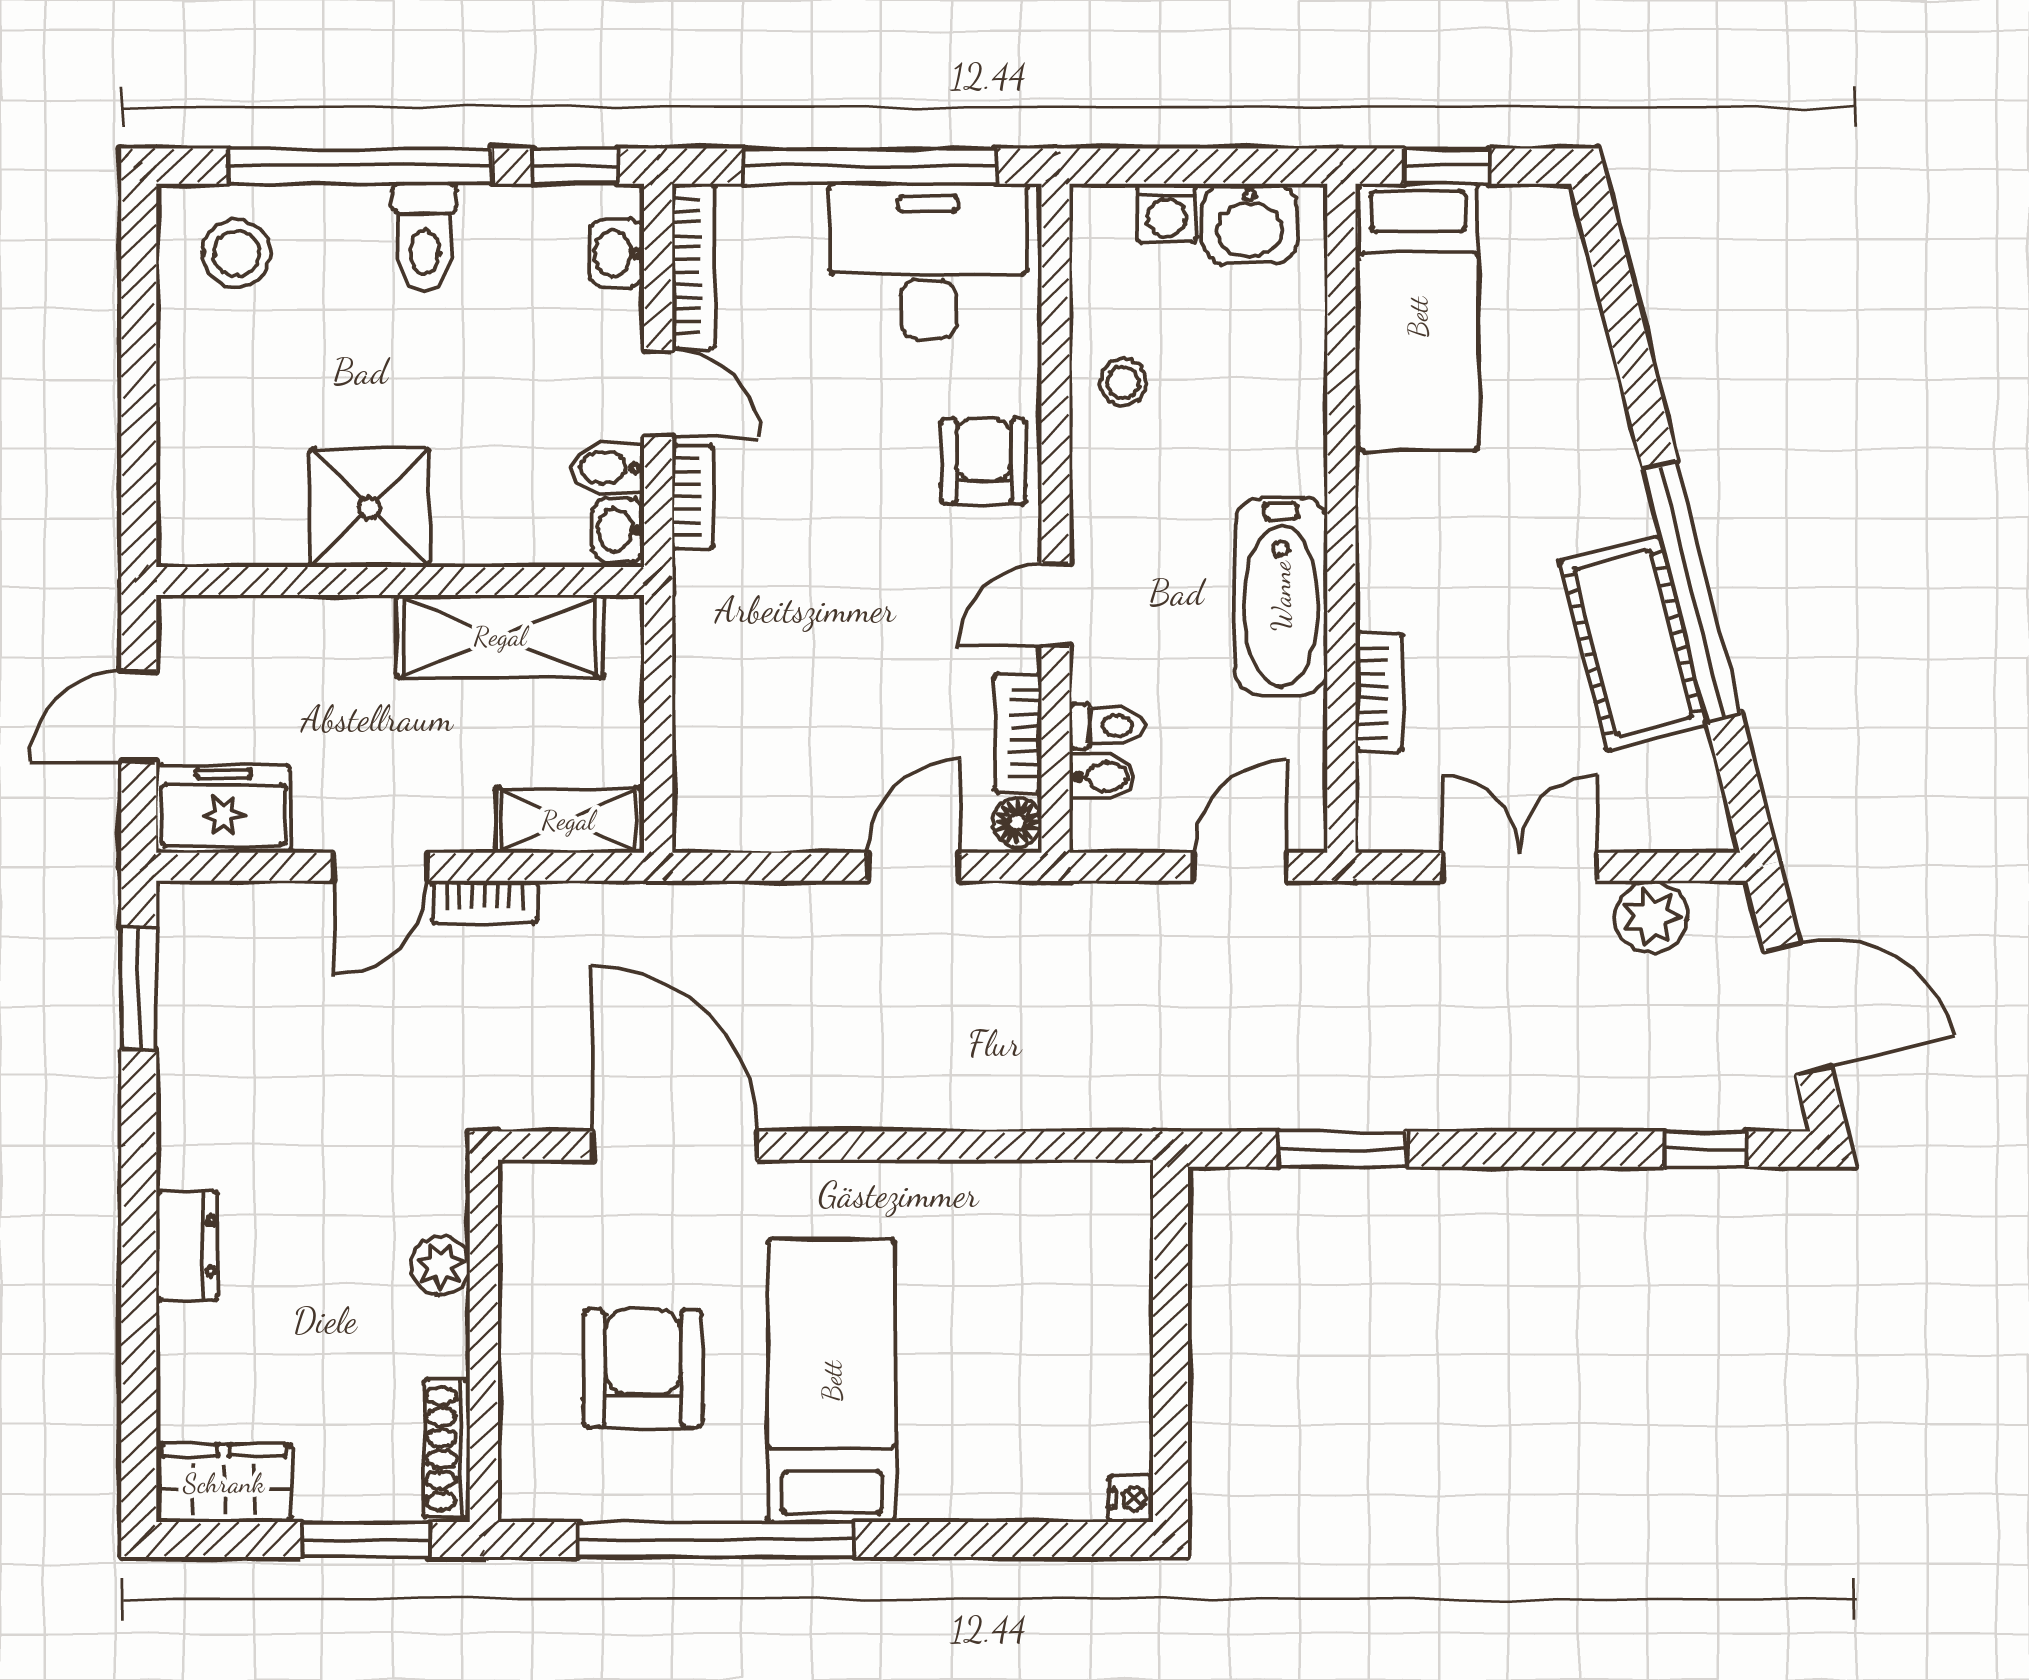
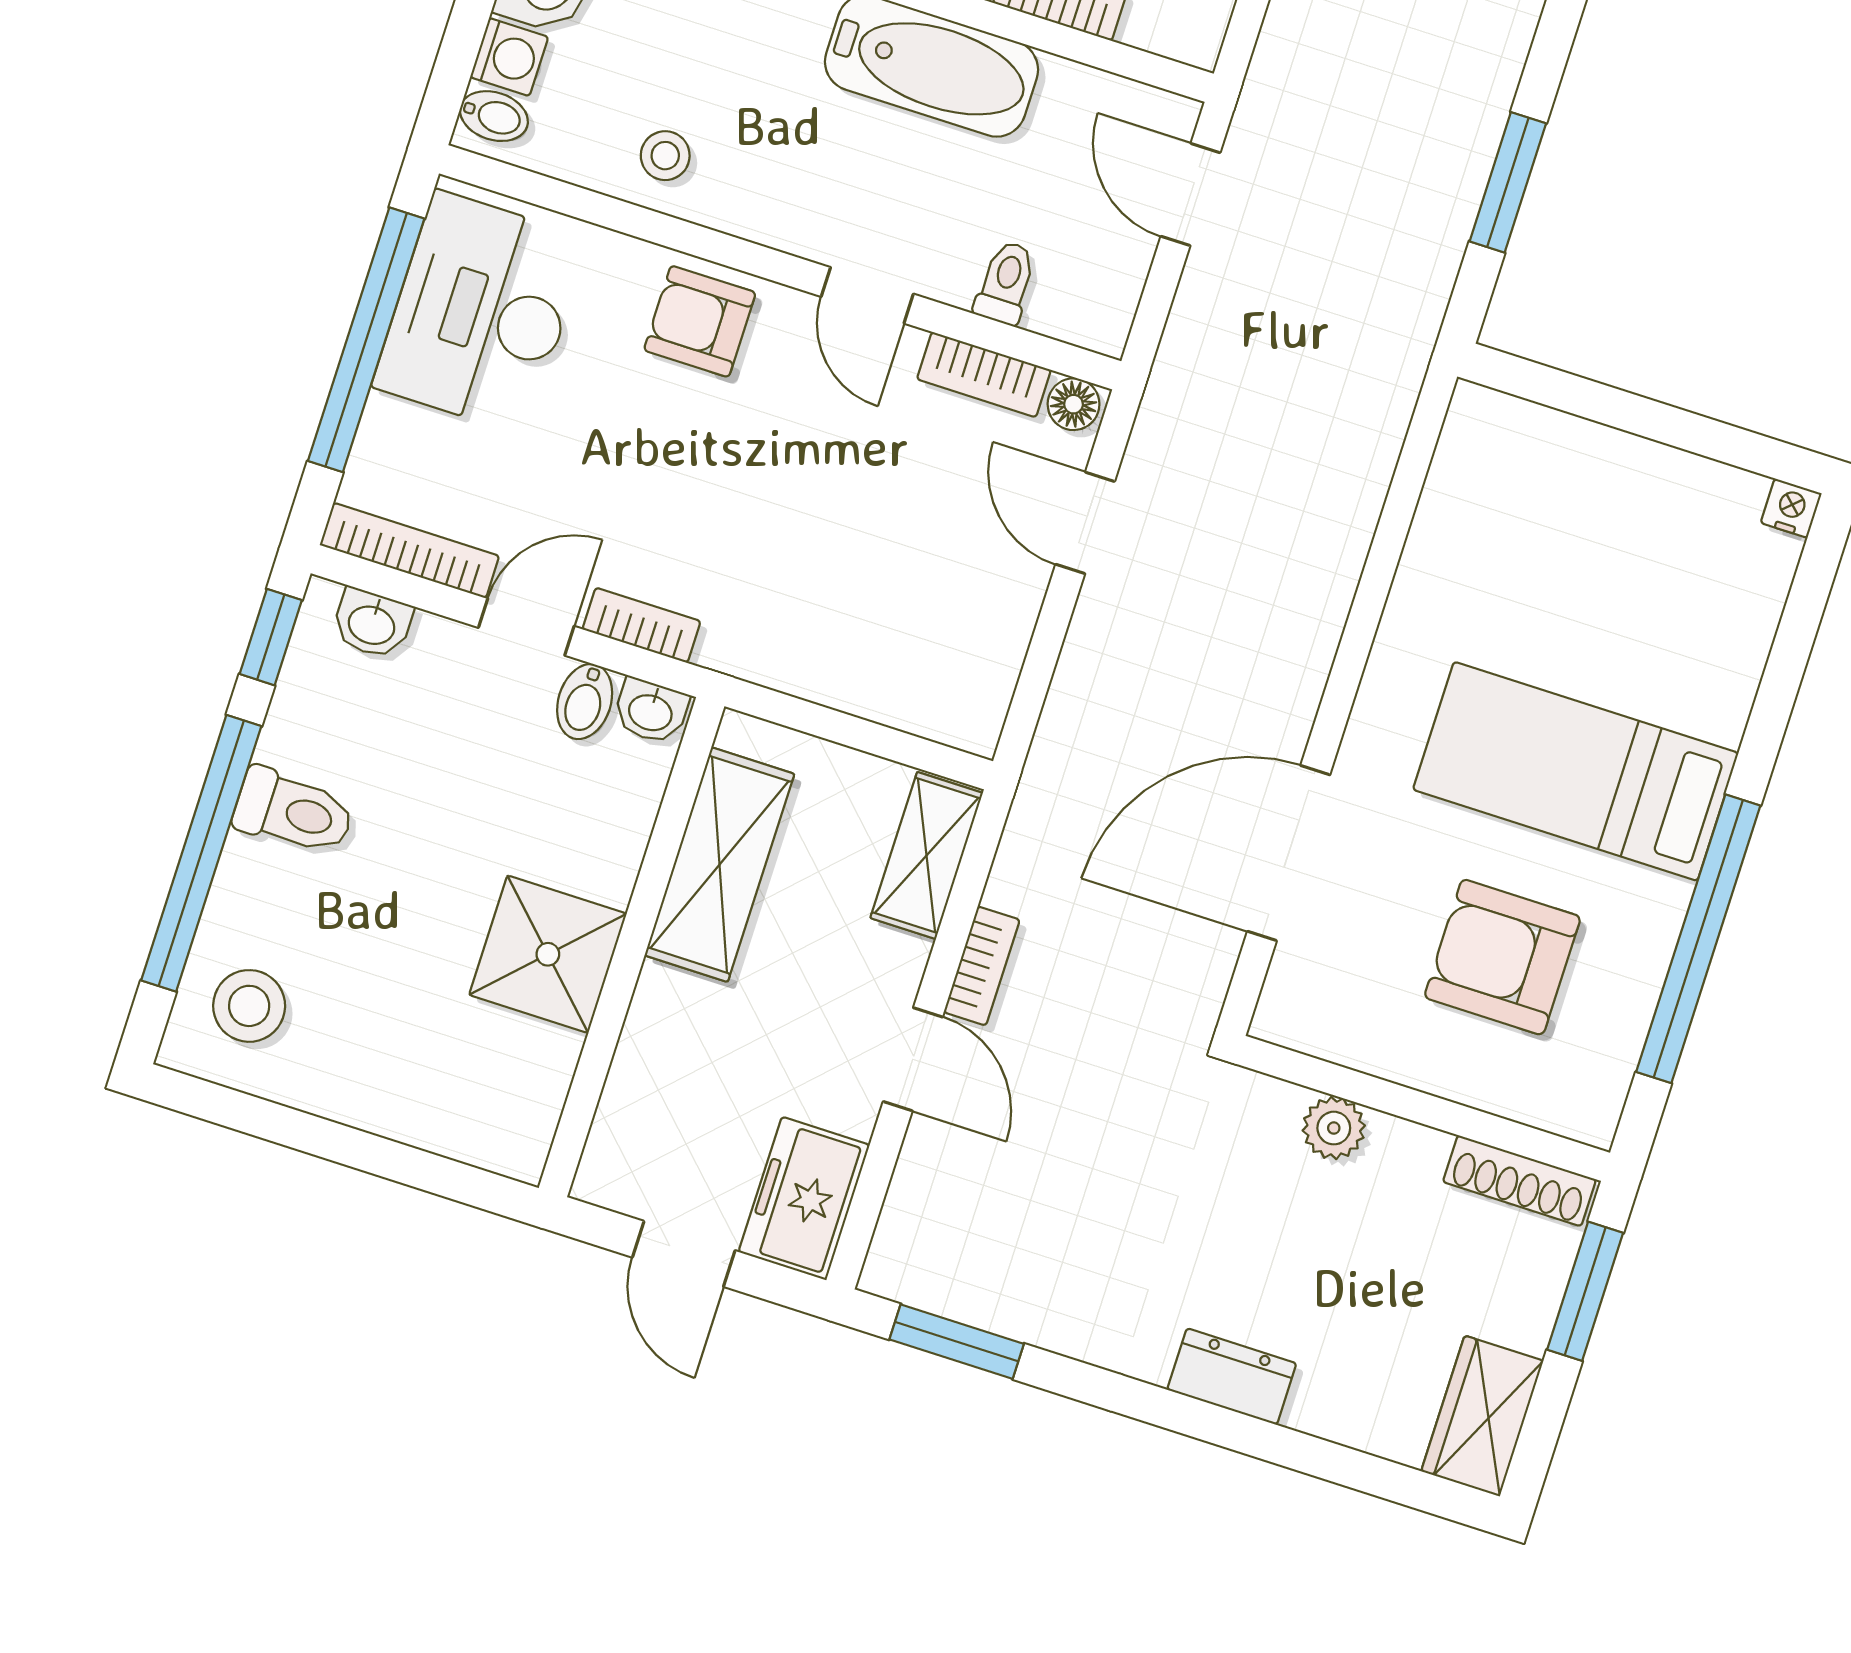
bidet: (1102, 777) -> (494, 116), moved, turned 90

